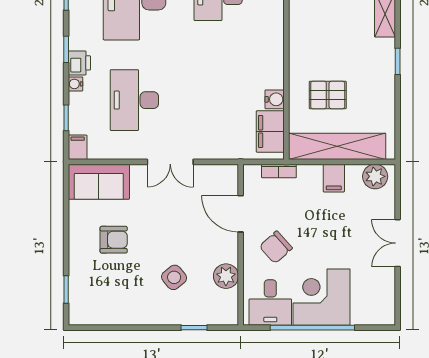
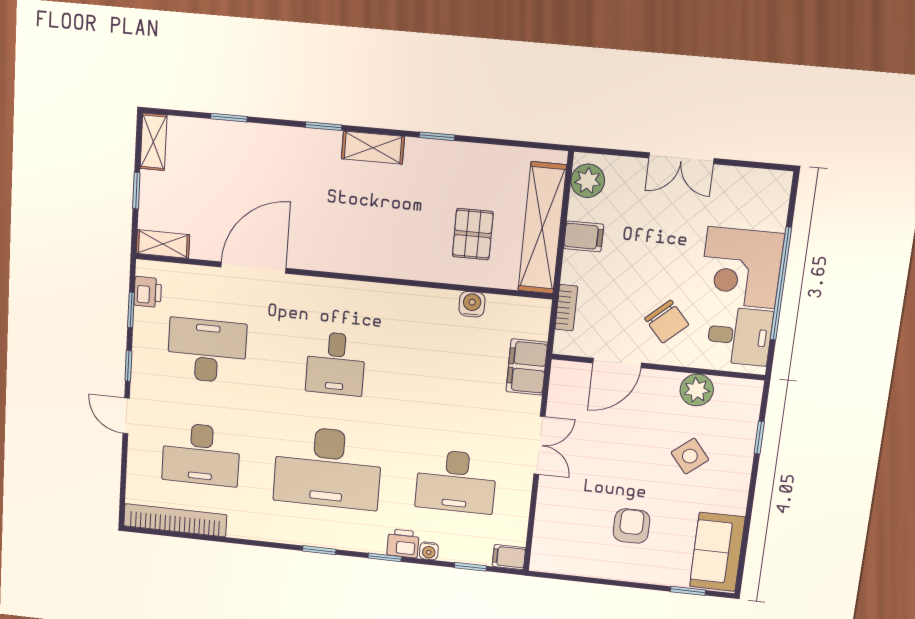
filing cabinet: (270, 131) -> (527, 367), moved, turned 90
sofa: (99, 182) -> (717, 552), moved, turned 180

